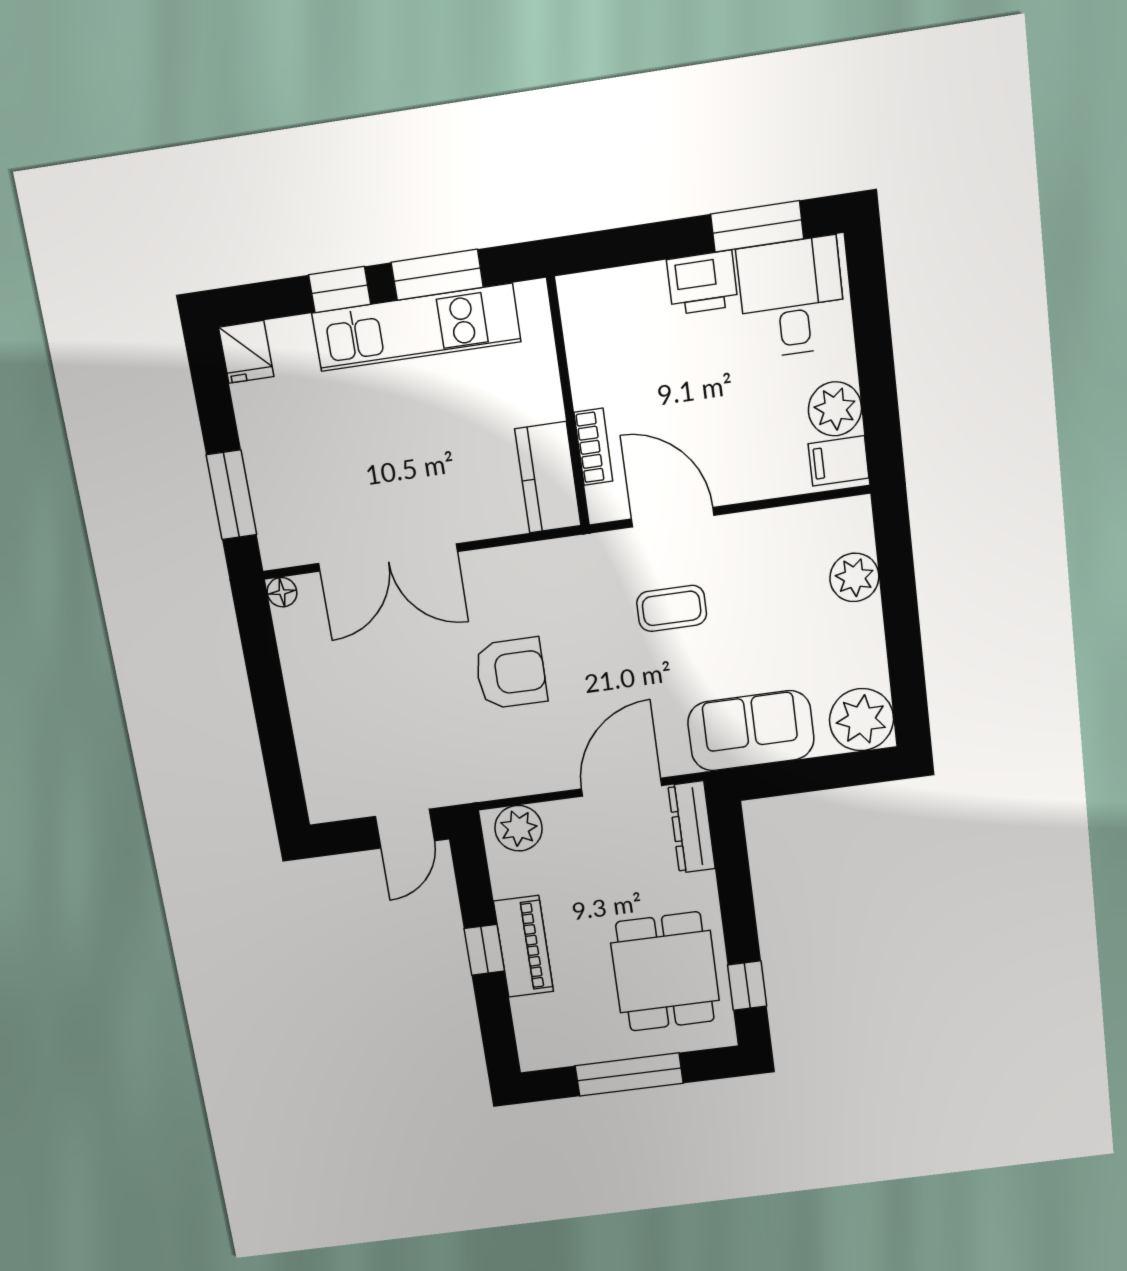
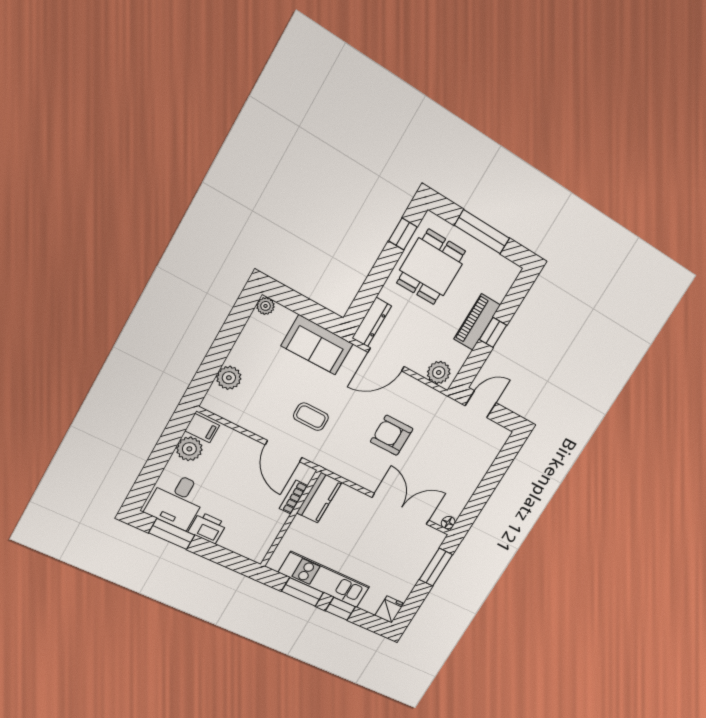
plant: (862, 720) -> (266, 306), width x0.53, depth x0.53

